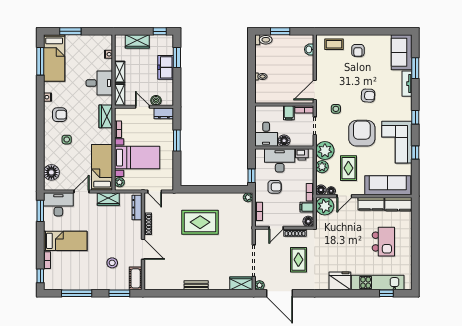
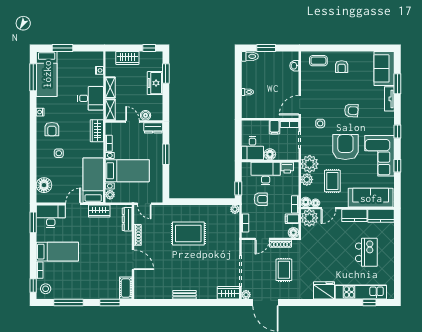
armchair: (60, 115) -> (52, 129), turned 90
stool: (112, 263) -> (46, 289), moved

